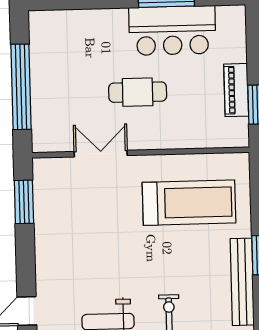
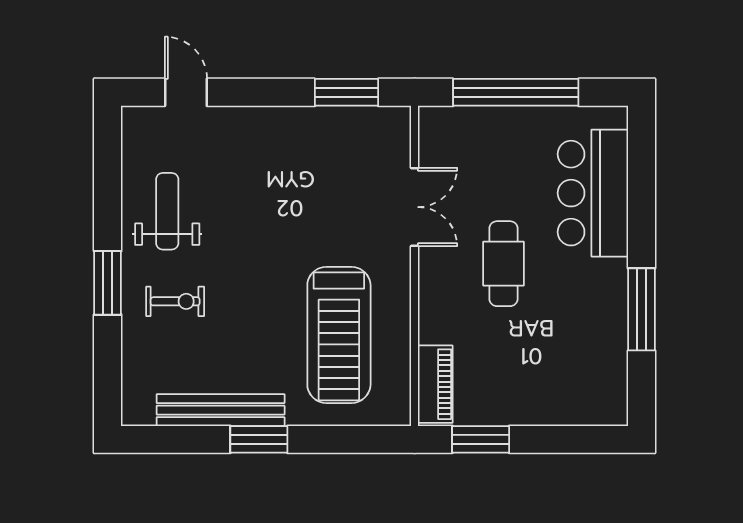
bar counter: (172, 30) -> (593, 193), moved
piano: (236, 90) -> (435, 384), moved, turned 90

